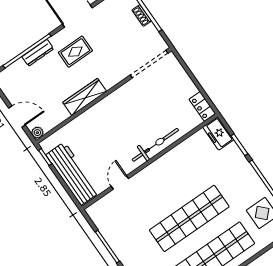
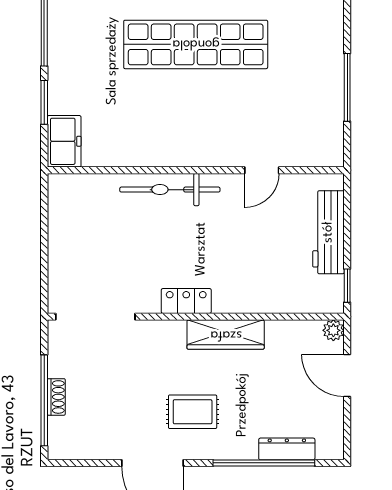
dresser: (38, 53) -> (287, 449), moved
locker: (202, 106) -> (186, 301), moved, turned -90
workbench: (73, 174) -> (328, 232), width x0.73, depth x0.76

